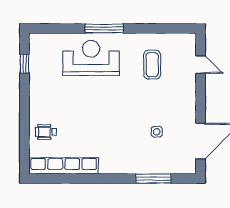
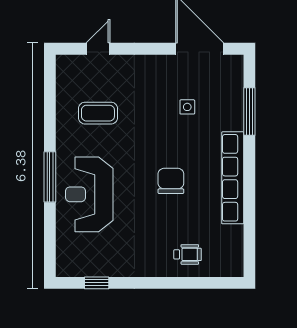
chair: (101, 119) -> (171, 181), added
wheelchair: (46, 132) -> (188, 254), turned -90
row of seats: (64, 166) -> (233, 178), moved

